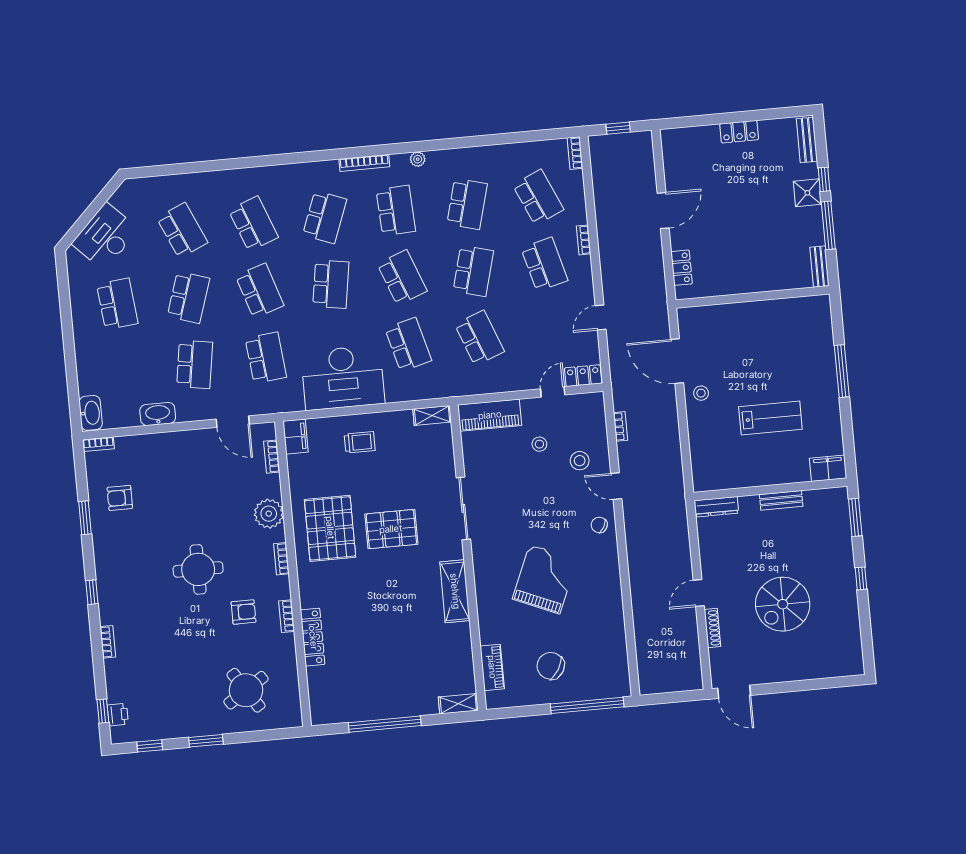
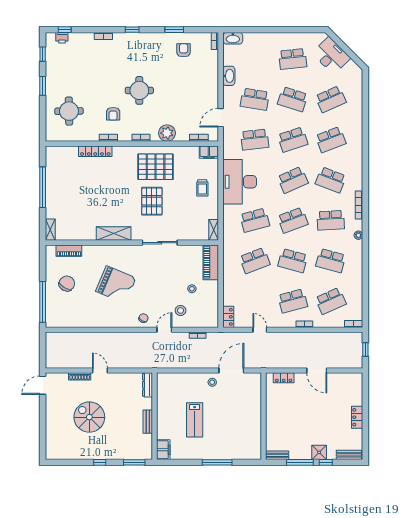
school desk: (331, 284) -> (293, 180), turned -33
door: (553, 392) -> (221, 299), removed
round table: (246, 690) -> (69, 111), turned 32

